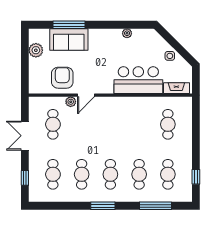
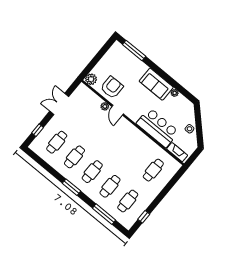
window: (69, 25) -> (134, 50), moved
sofa: (69, 39) -> (156, 84), moved
plant: (36, 50) -> (91, 79), moved
door: (86, 95) -> (118, 110), hinge flipped
cafe table: (53, 124) -> (82, 111), removed

